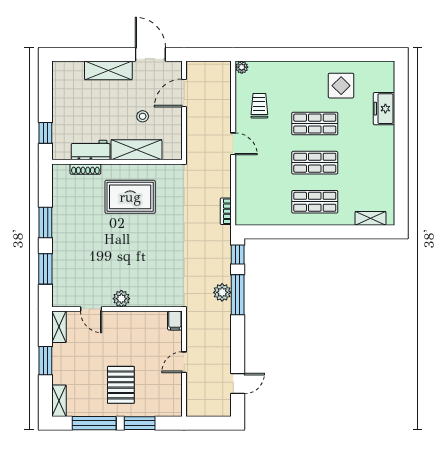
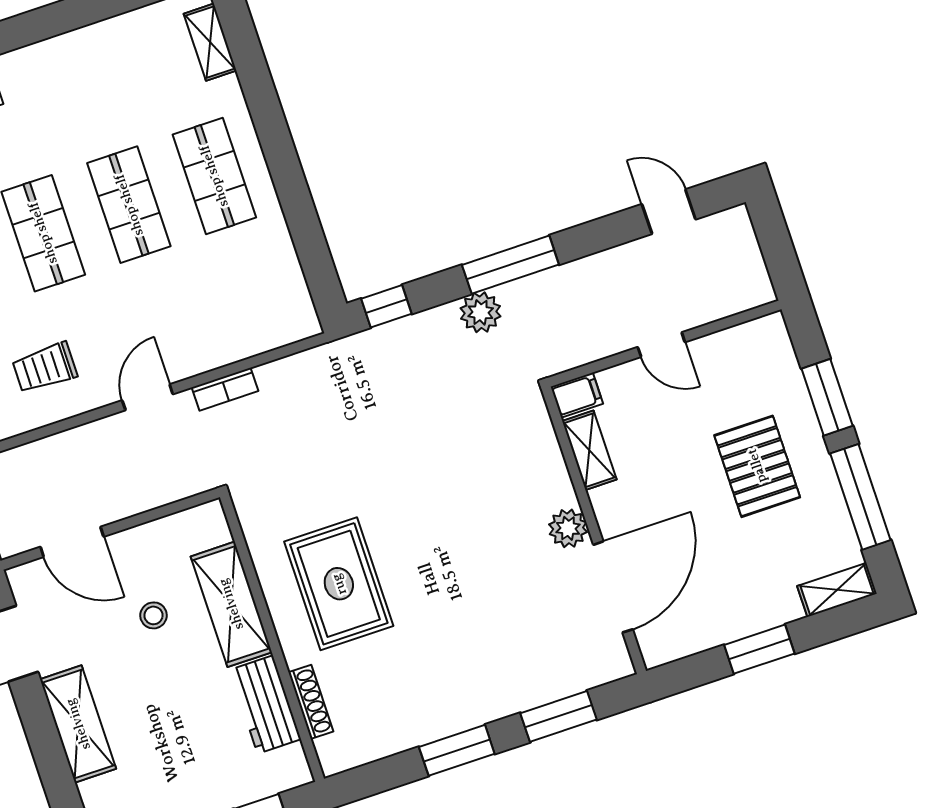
bookcase: (226, 211) -> (225, 389), moved
window: (238, 295) -> (510, 265), moved
door: (91, 309) -> (613, 587), width x1.87
shelving: (59, 327) -> (589, 450), moved, turned 90
pallet: (121, 385) -> (757, 466), turned 90

